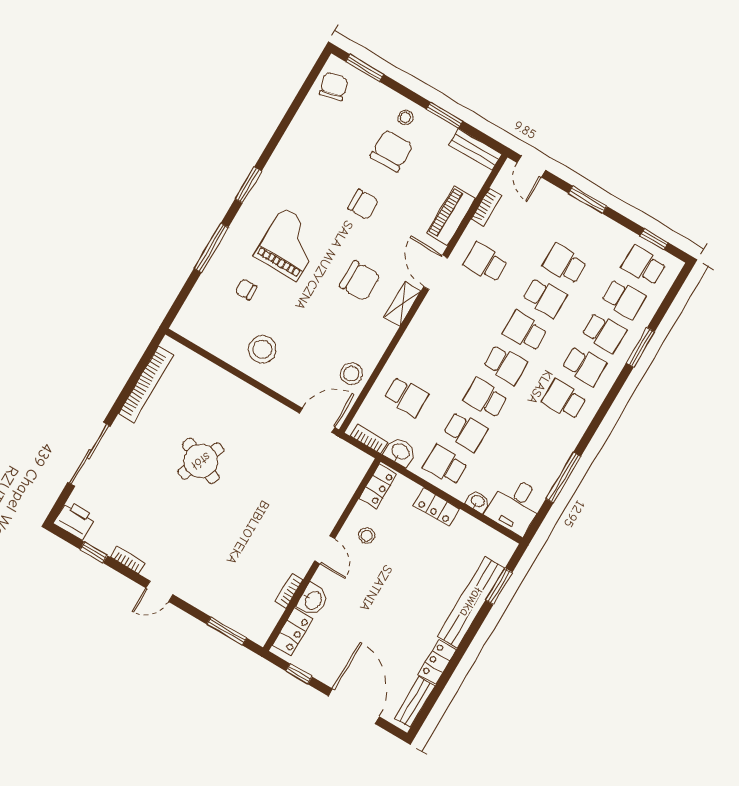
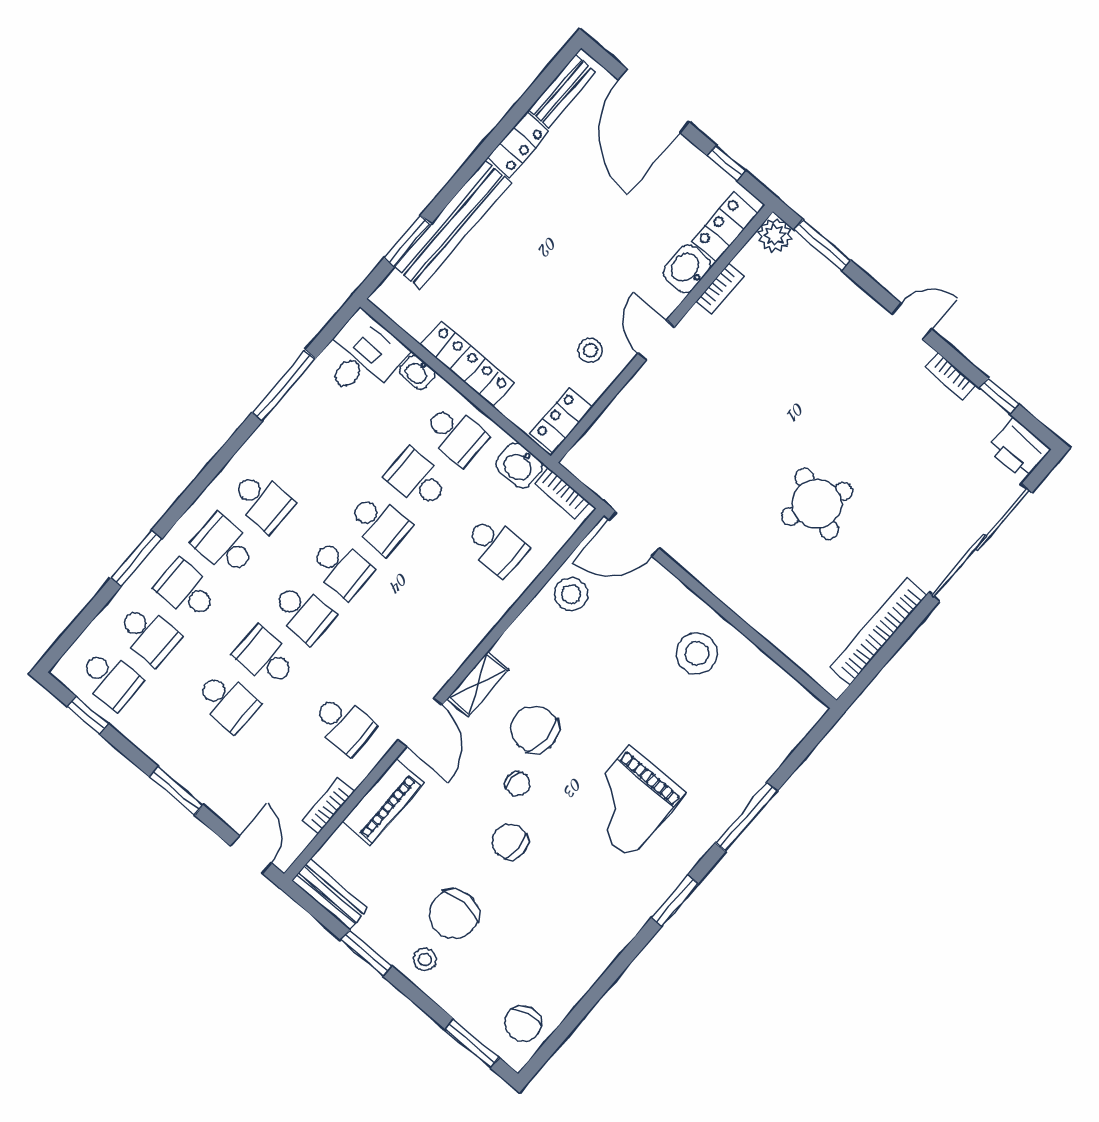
chair: (246, 289) -> (518, 784), moved
school desk: (624, 299) -> (148, 635), turned 180
school desk: (505, 364) -> (341, 568), turned 180
school desk: (406, 396) -> (496, 546), turned 180
sliding door: (89, 454) -> (980, 543), width x1.36
locker: (436, 507) -> (467, 364), width x1.53
plant: (259, 632) -> (775, 235), added

